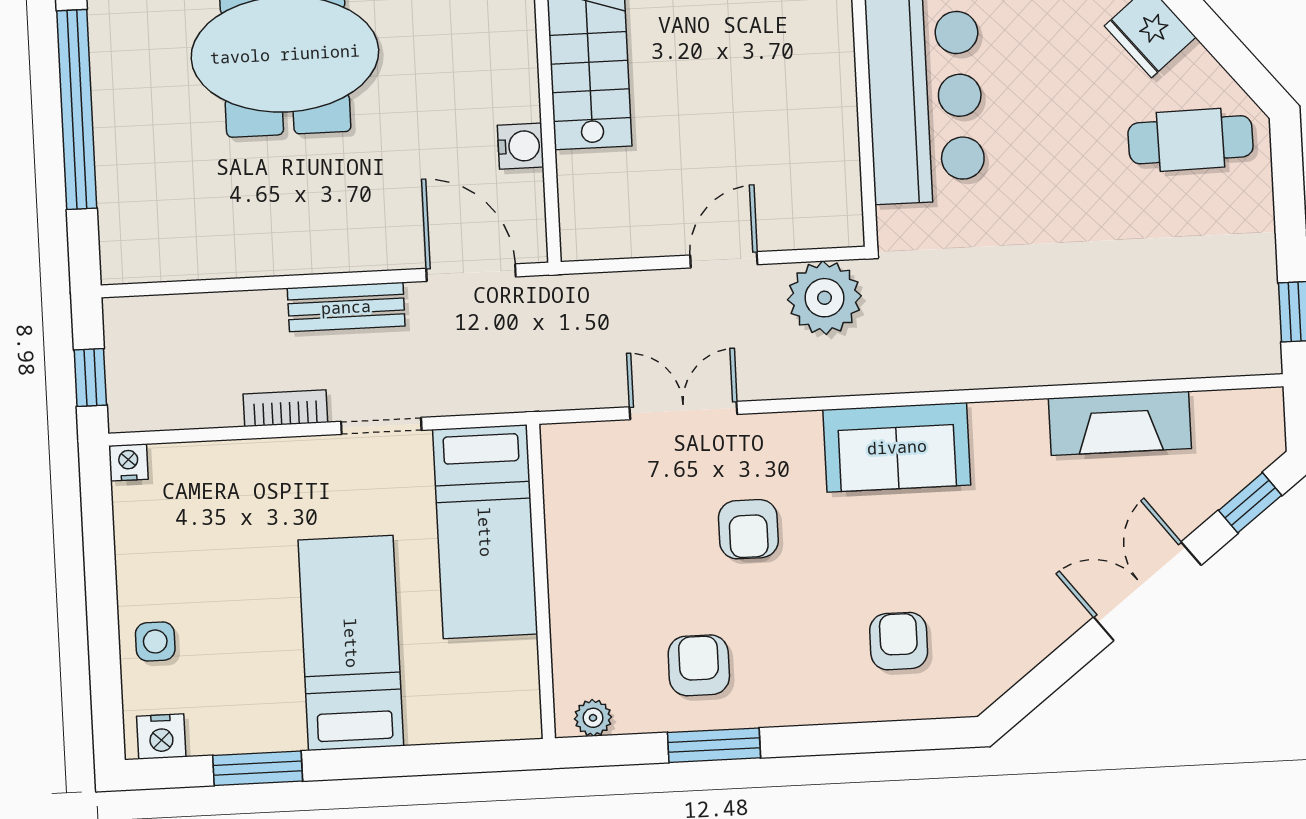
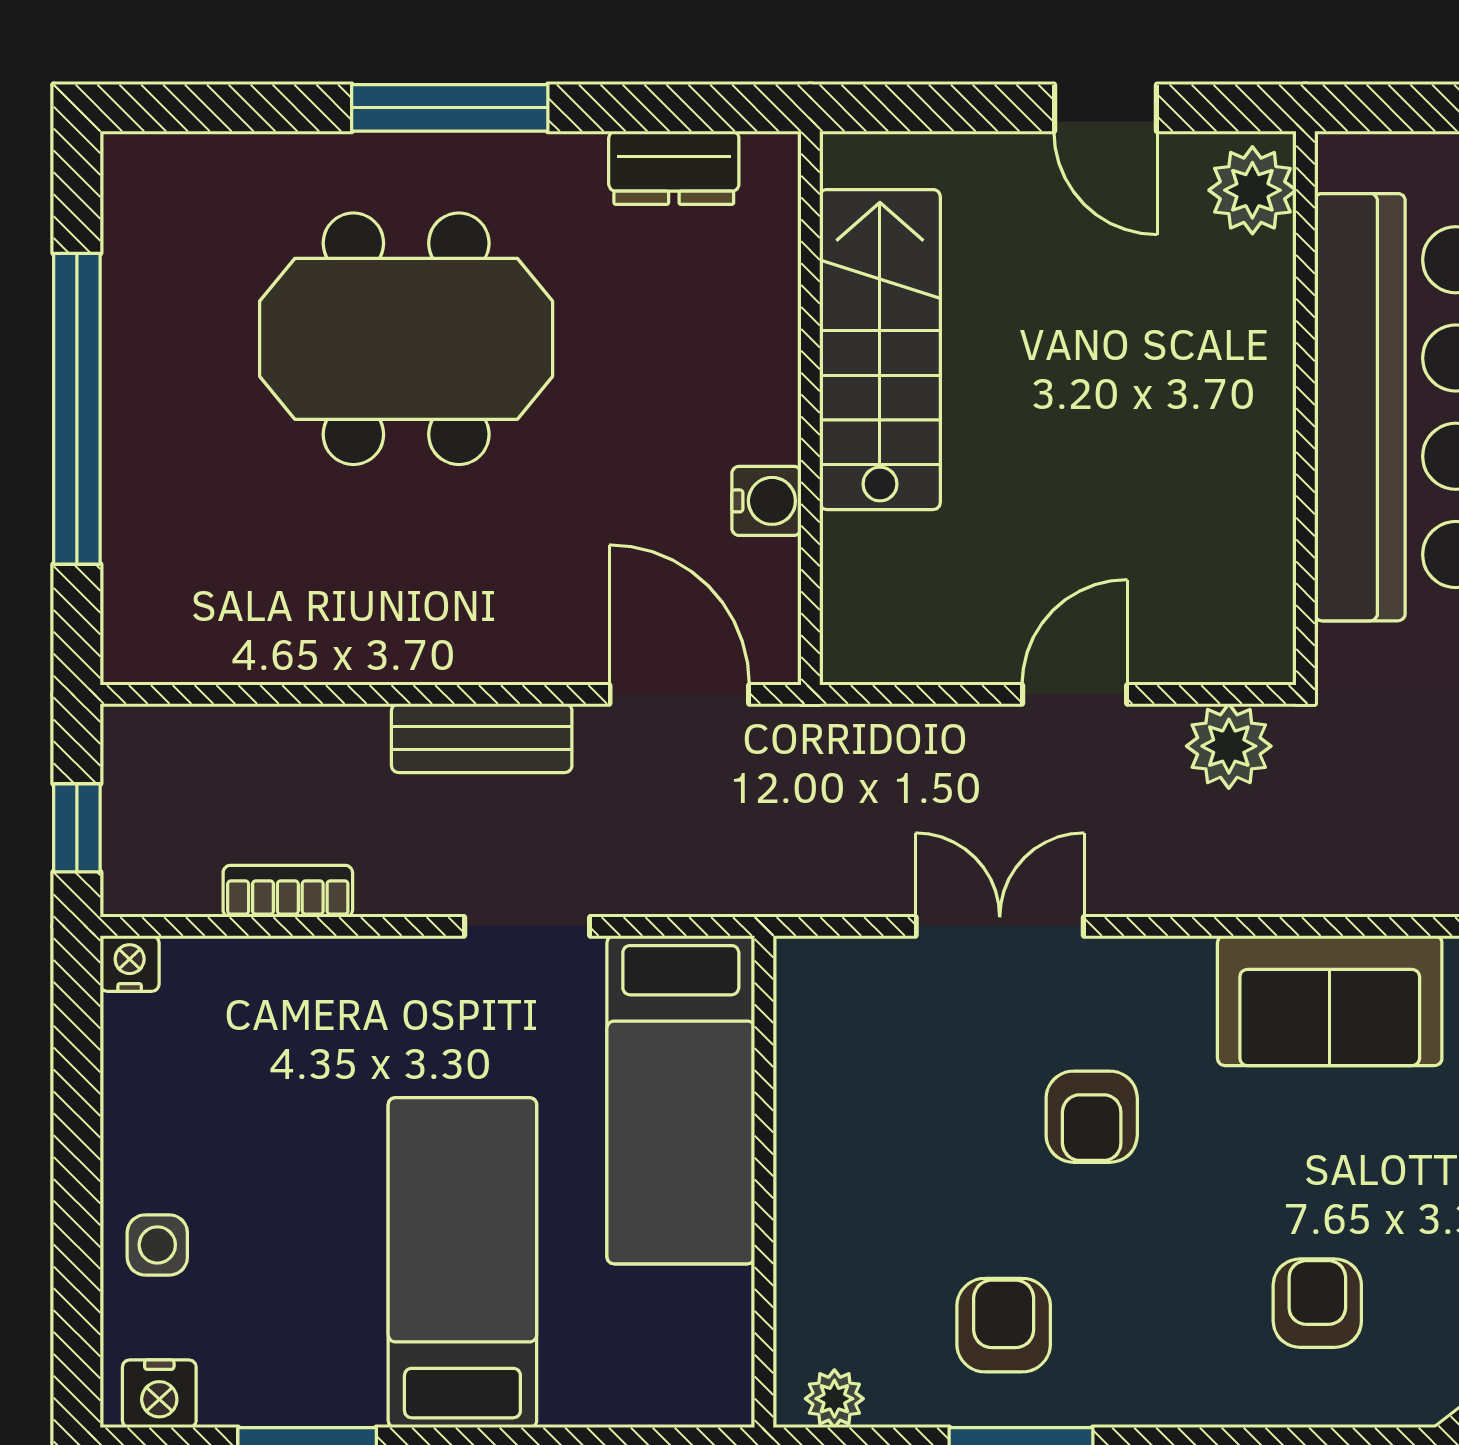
plant: (824, 298) -> (1229, 746), width x0.73, depth x0.73
bookcase: (285, 408) -> (288, 891), moved

